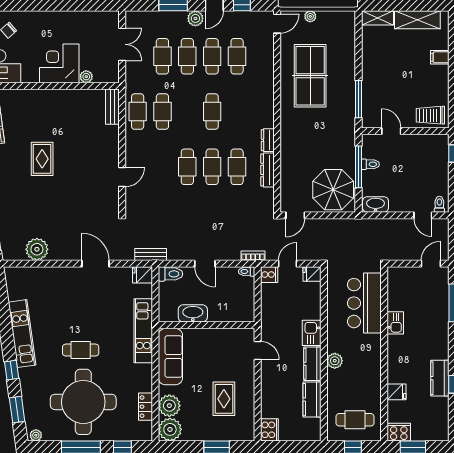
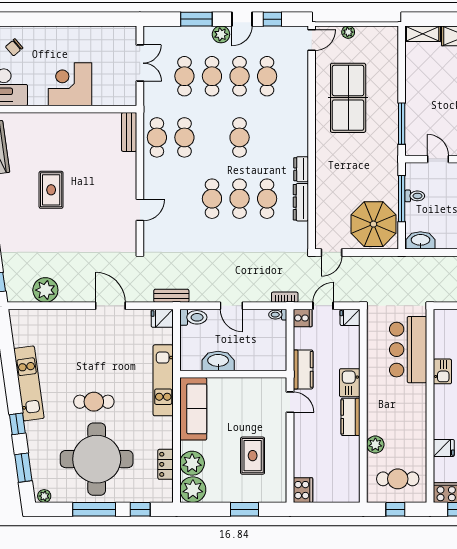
plant: (86, 77) -> (100, 99), removed
plant: (335, 361) -> (375, 445), moved
kitchen counter: (312, 400) -> (303, 369), moved, turned 180

